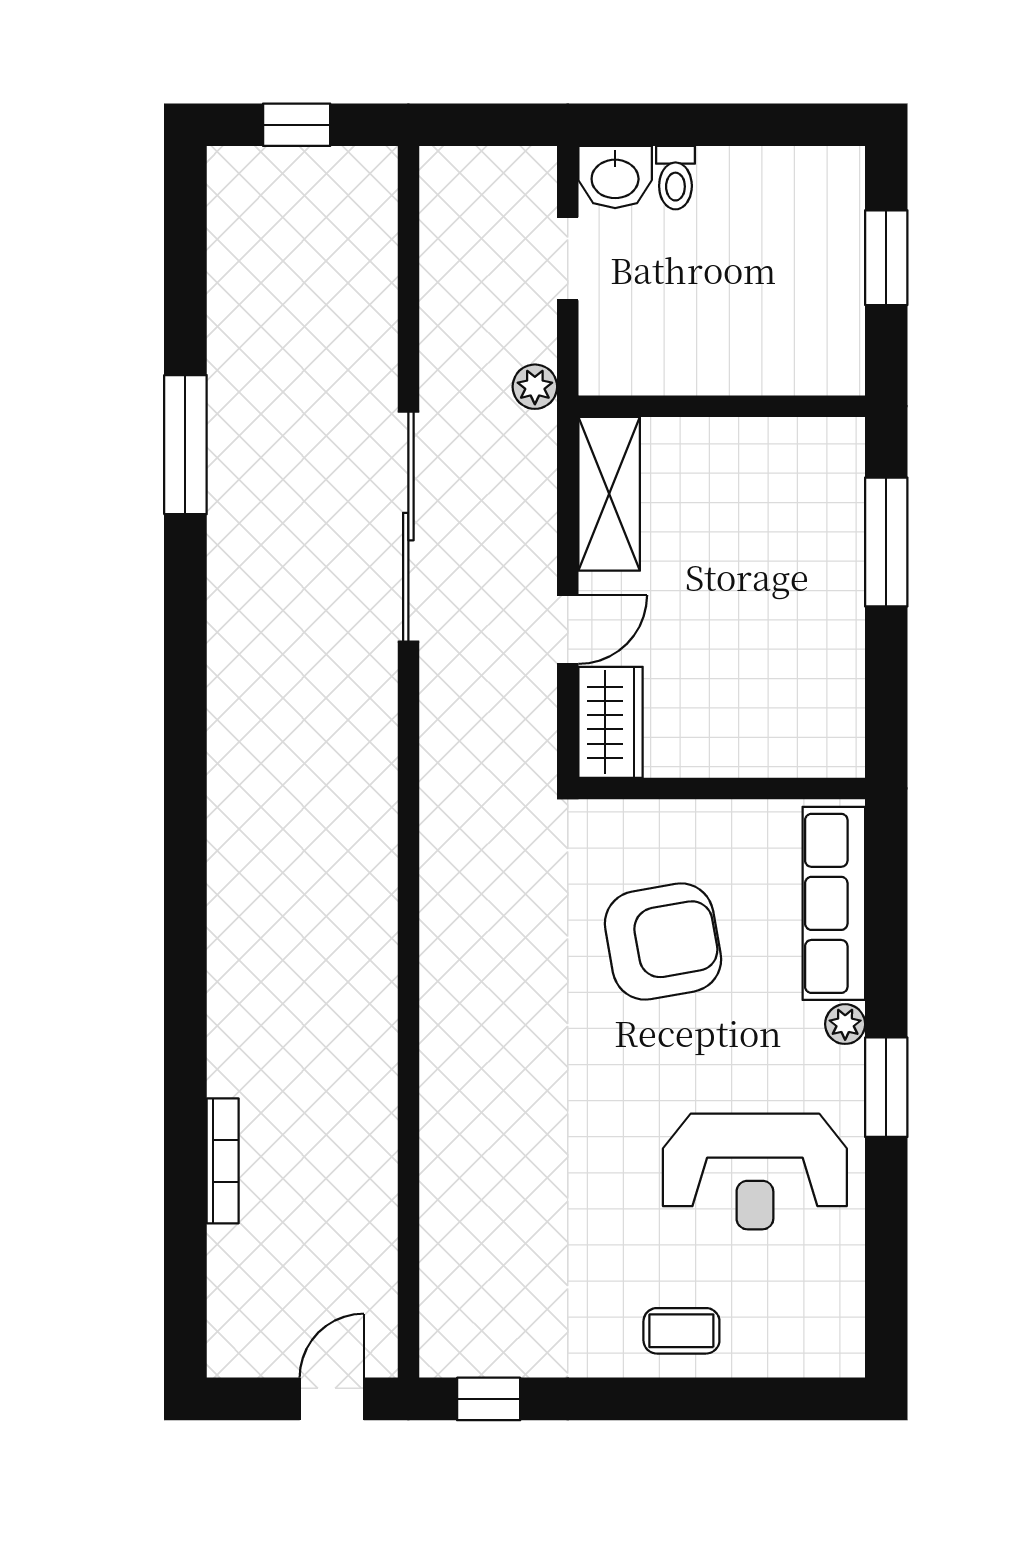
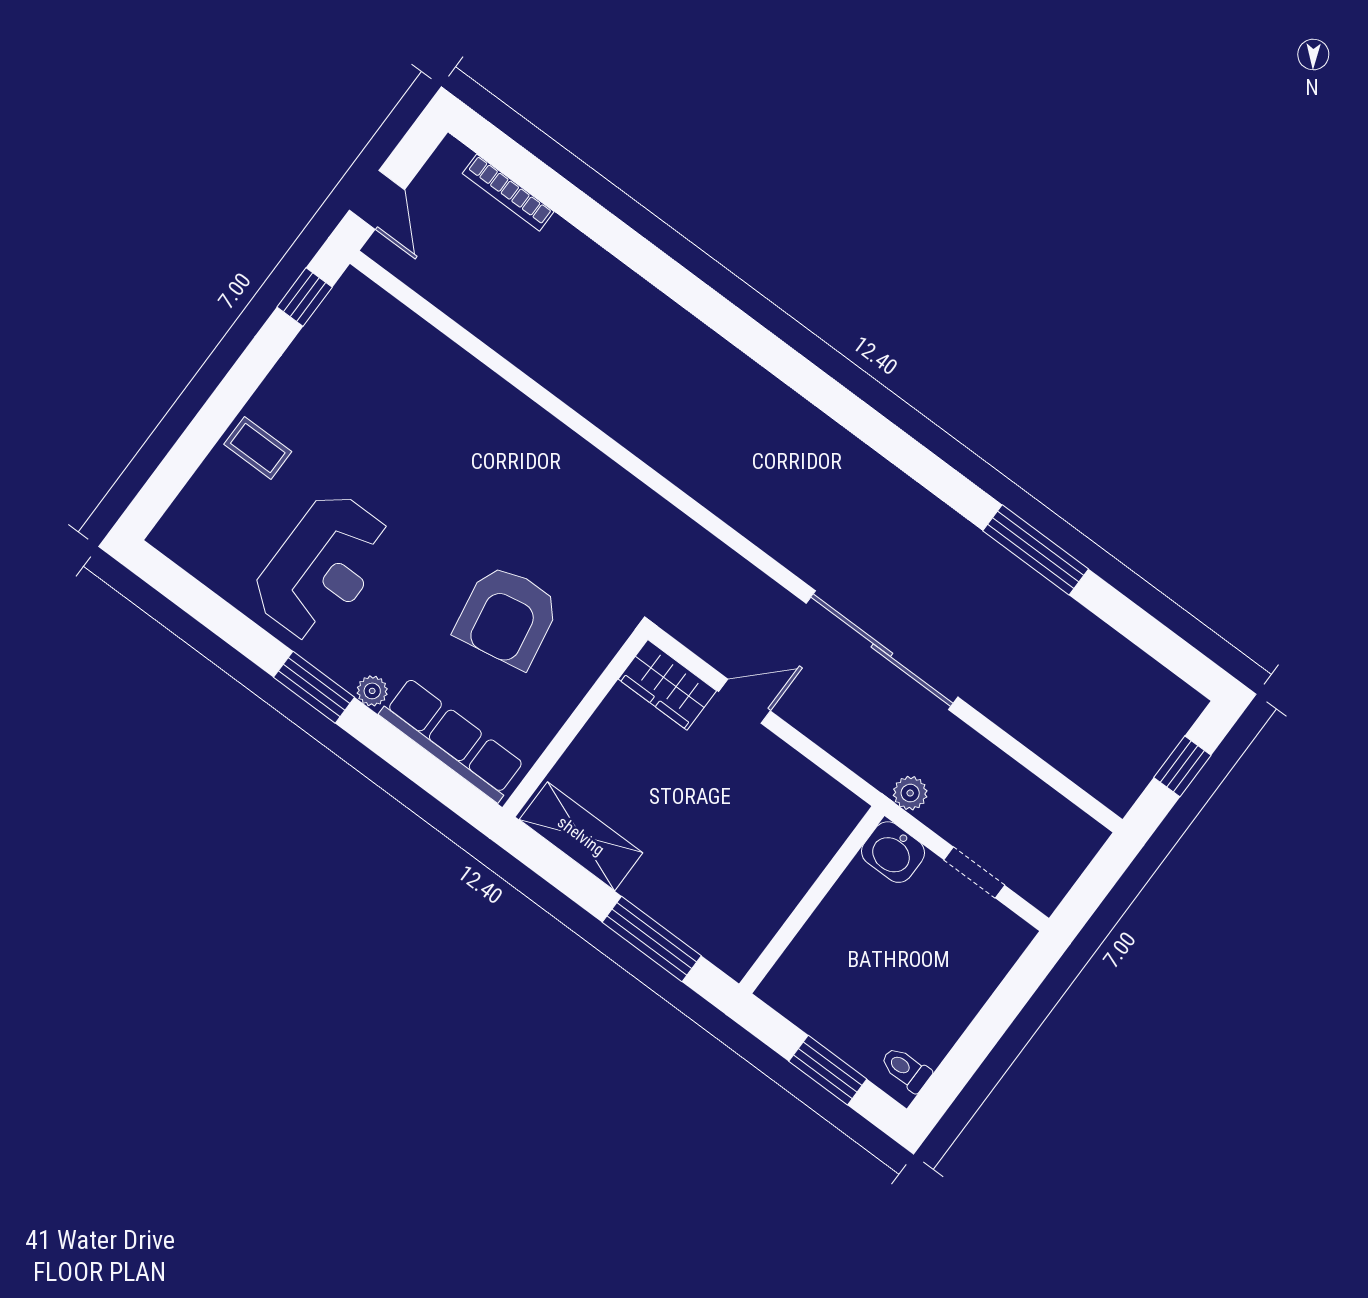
washbasin: (615, 177) -> (893, 852), moved, turned -90
toilet: (675, 178) -> (906, 1069), moved
shelving: (609, 494) -> (581, 836), moved
door: (568, 630) -> (745, 701), swing flipped
bookcase: (223, 1161) -> (508, 193), moved
reception desk: (755, 1172) -> (323, 567), turned 180
coffee table: (681, 1331) -> (258, 448), turned 90

